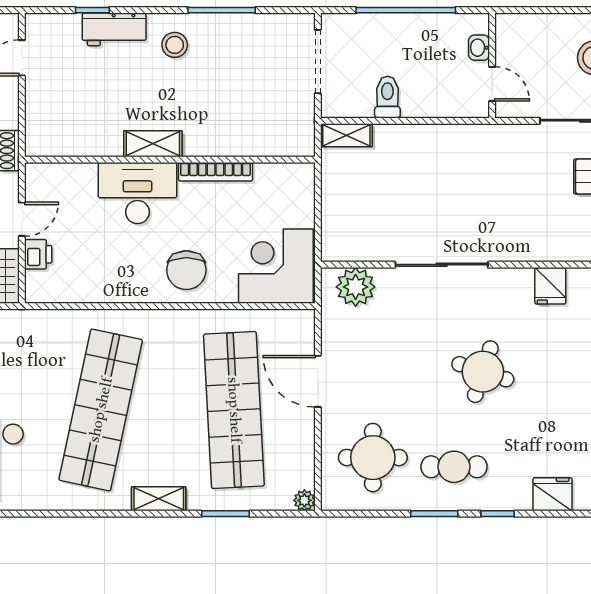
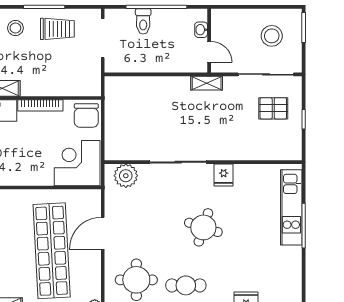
trolley: (243, 46) -> (57, 29), added
toilet: (387, 97) -> (143, 21), moved, turned 180
shelving: (346, 135) -> (207, 83), moved
chair: (186, 270) -> (86, 115), moved
fridge: (550, 286) -> (224, 175), moved
door: (318, 381) -> (103, 233), hinge flipped

